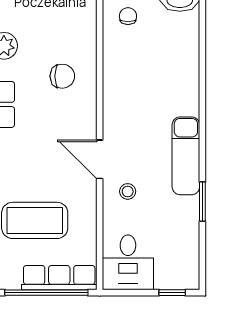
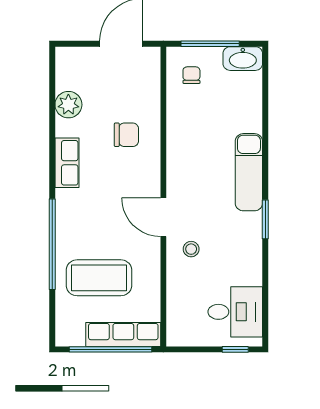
exam couch: (186, 156) -> (249, 172), moved
window: (202, 202) -> (265, 219), moved
desk: (128, 262) -> (235, 312), moved, turned -90

